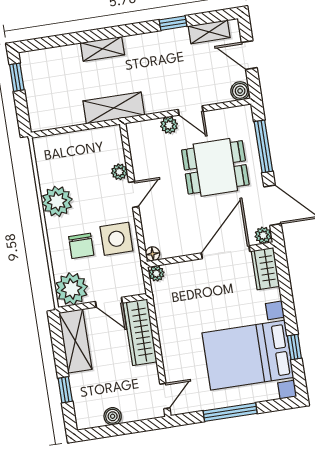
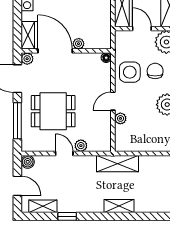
door: (226, 252) -> (55, 51), swing flipped
plant: (156, 273) -> (79, 44), moved

